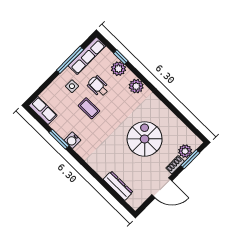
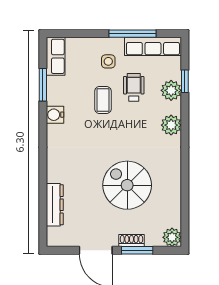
window: (59, 139) -> (43, 85), moved
spiral stairs: (145, 139) -> (127, 185), turned -90
plant: (185, 151) -> (172, 237), moved
window: (190, 159) -> (137, 250), moved

